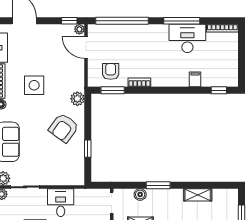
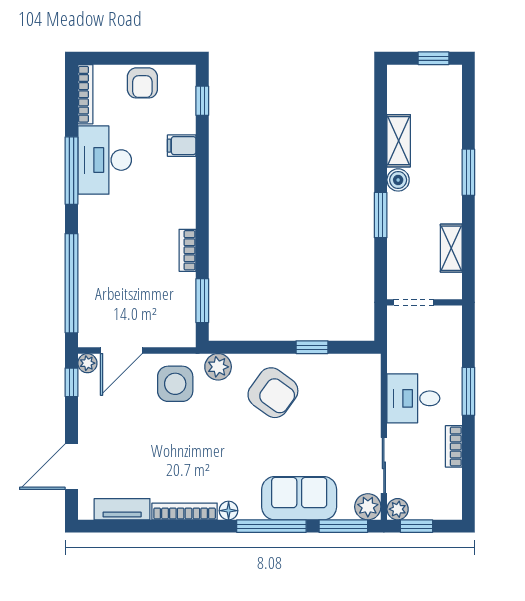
armchair: (111, 71) -> (142, 83), moved, turned -90
side table: (34, 85) -> (175, 384), moved
boiler: (140, 194) -> (398, 180), moved

